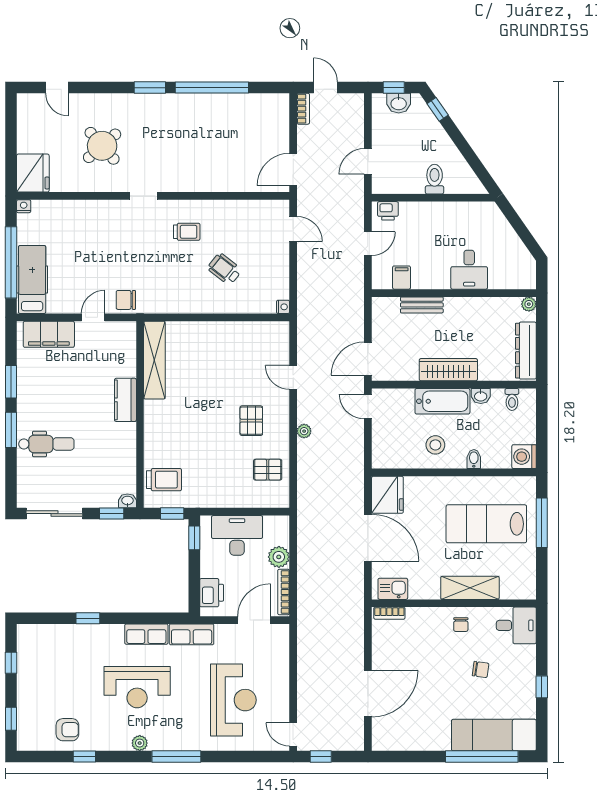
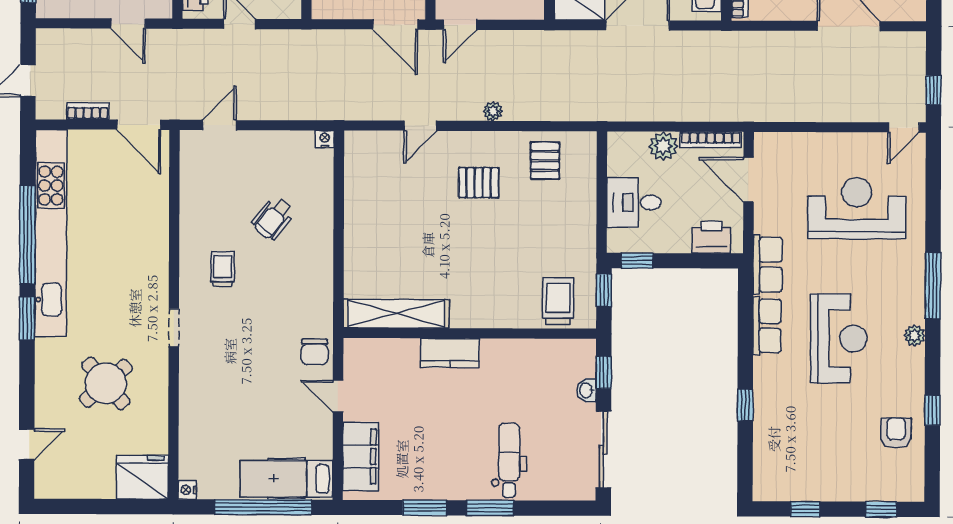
kitchen unit: (213, 105) -> (51, 233), added
bookcase: (303, 109) -> (88, 111), moved
washbasin: (127, 501) -> (586, 390), moved
desk: (237, 535) -> (634, 203), width x0.73

